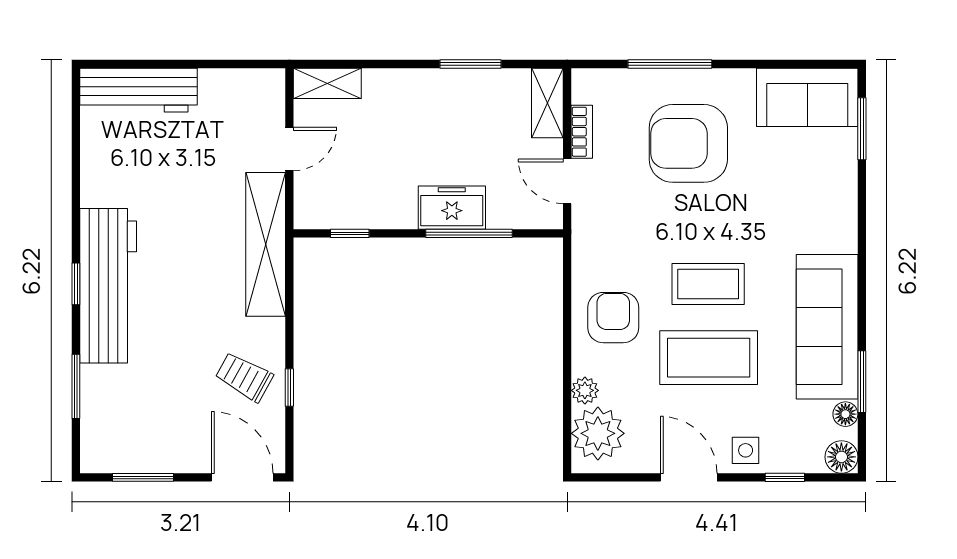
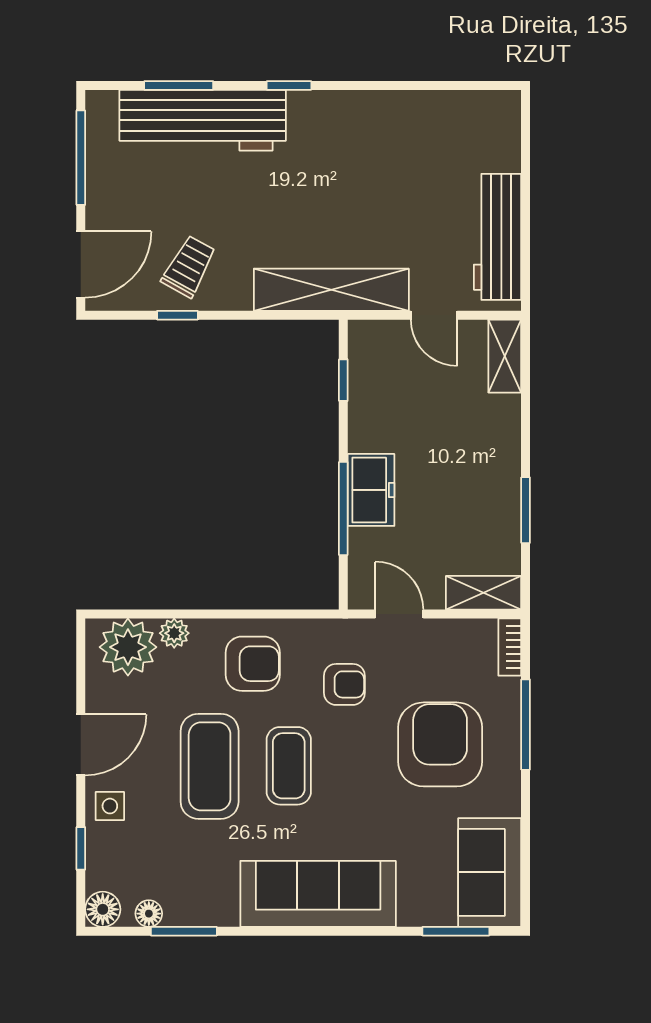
workbench: (139, 90) -> (497, 237), moved
bookcase: (582, 132) -> (510, 647), moved, turned 90
door: (567, 181) -> (399, 614), hinge flipped
armchair: (632, 232) -> (344, 684), added
workbench: (108, 286) -> (203, 120), moved
sofa: (827, 327) -> (318, 894), moved
window: (143, 477) -> (81, 158), width x1.44

